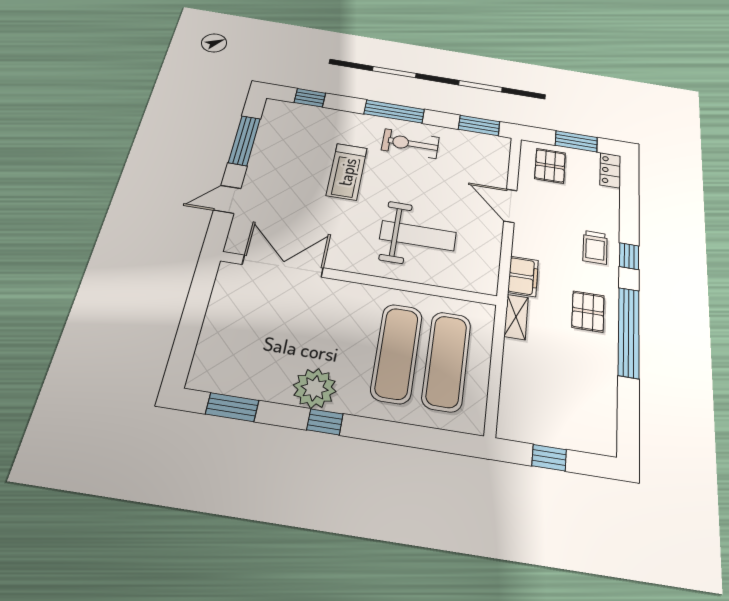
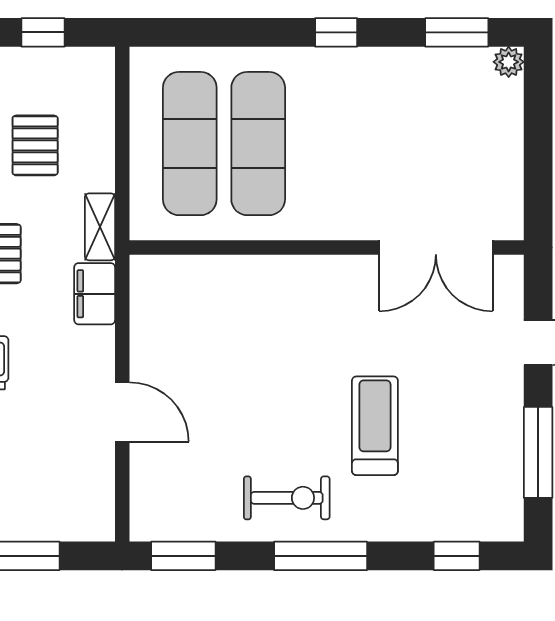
pallet: (550, 166) -> (35, 145), moved
weight bench: (418, 236) -> (254, 333), removed
plant: (315, 388) -> (509, 62), moved, width x0.53, depth x0.53

